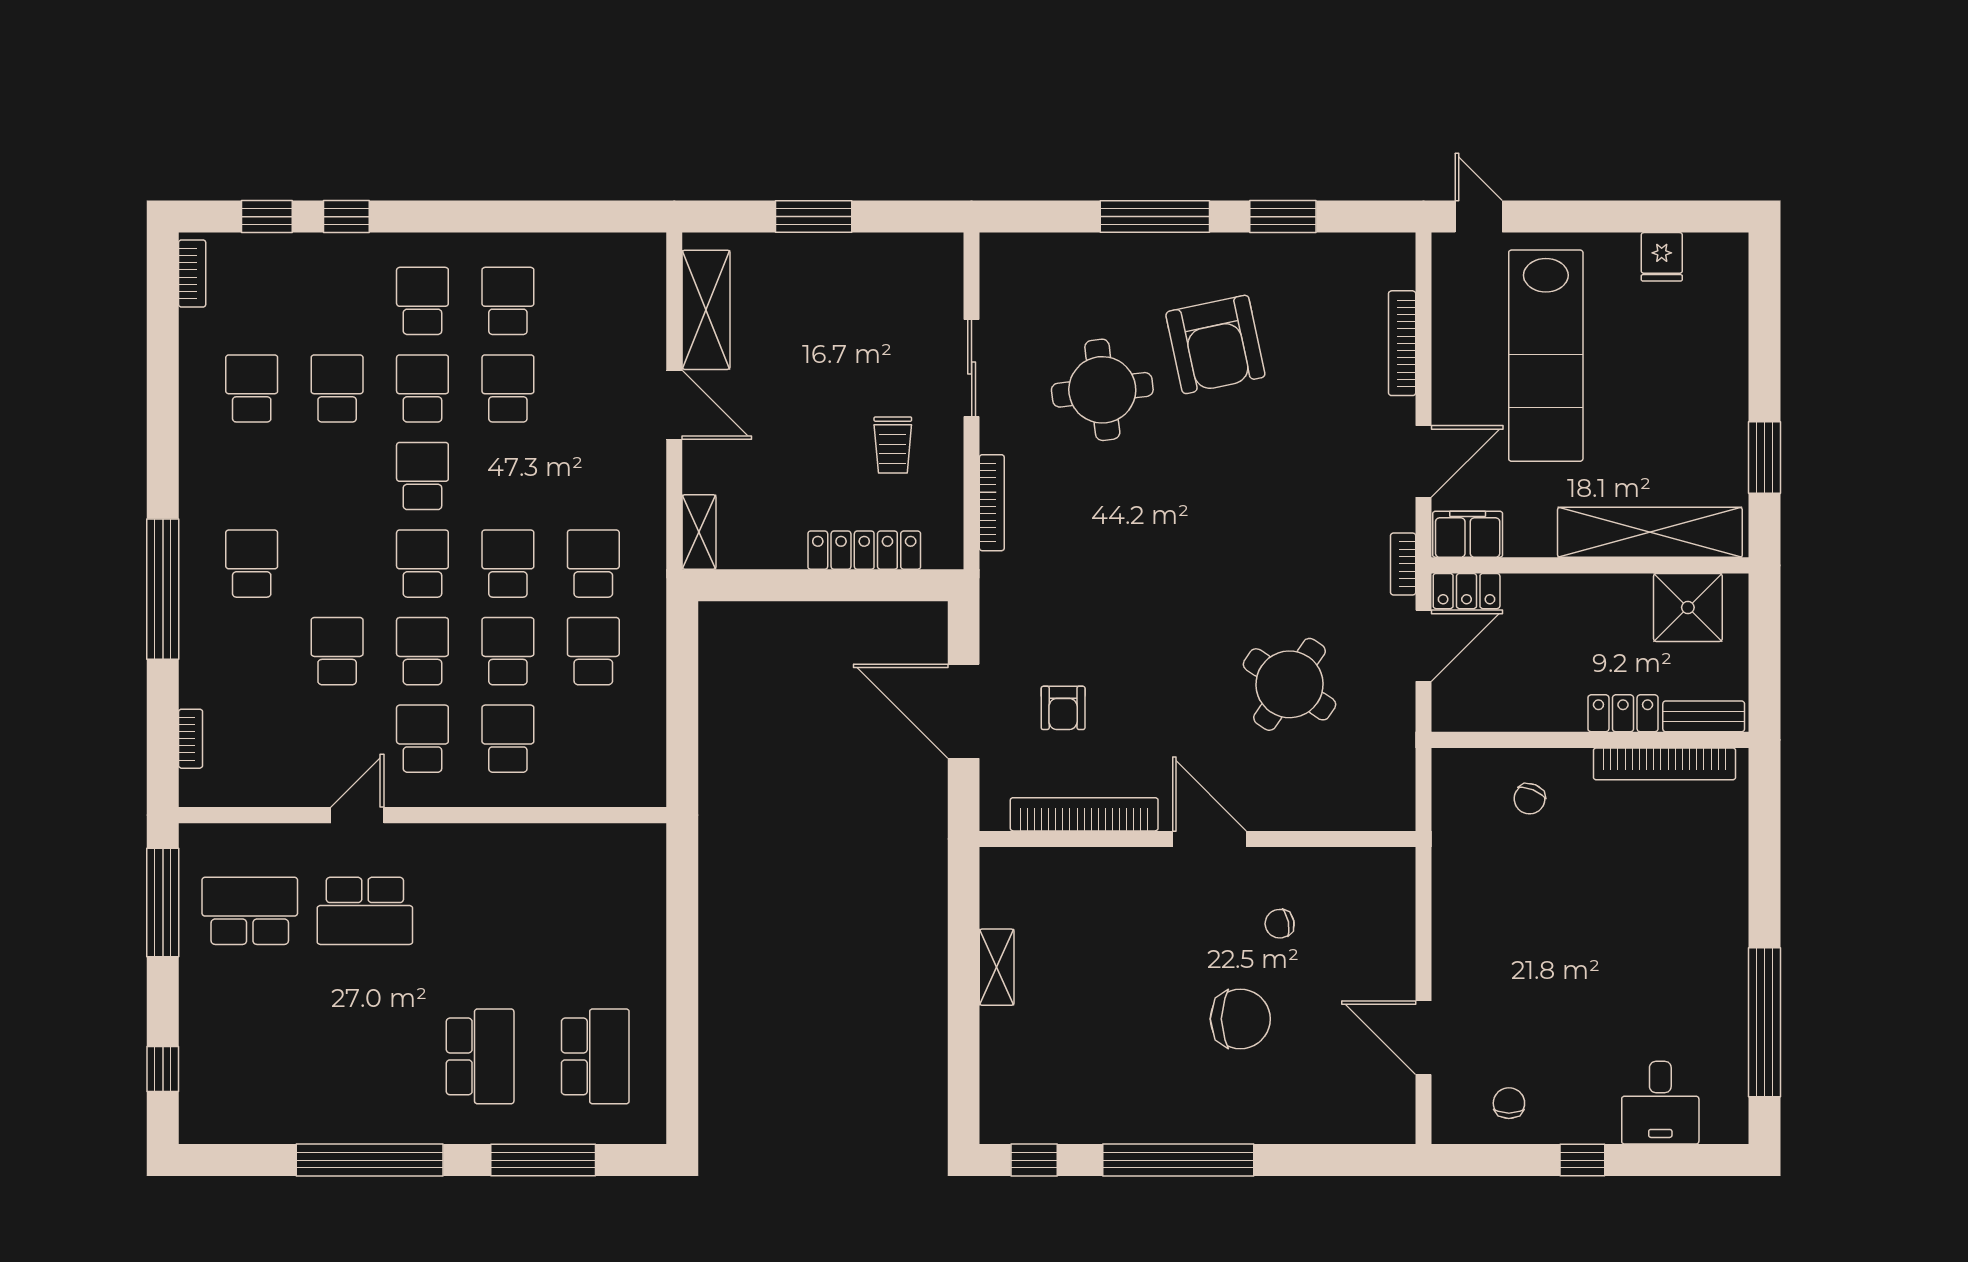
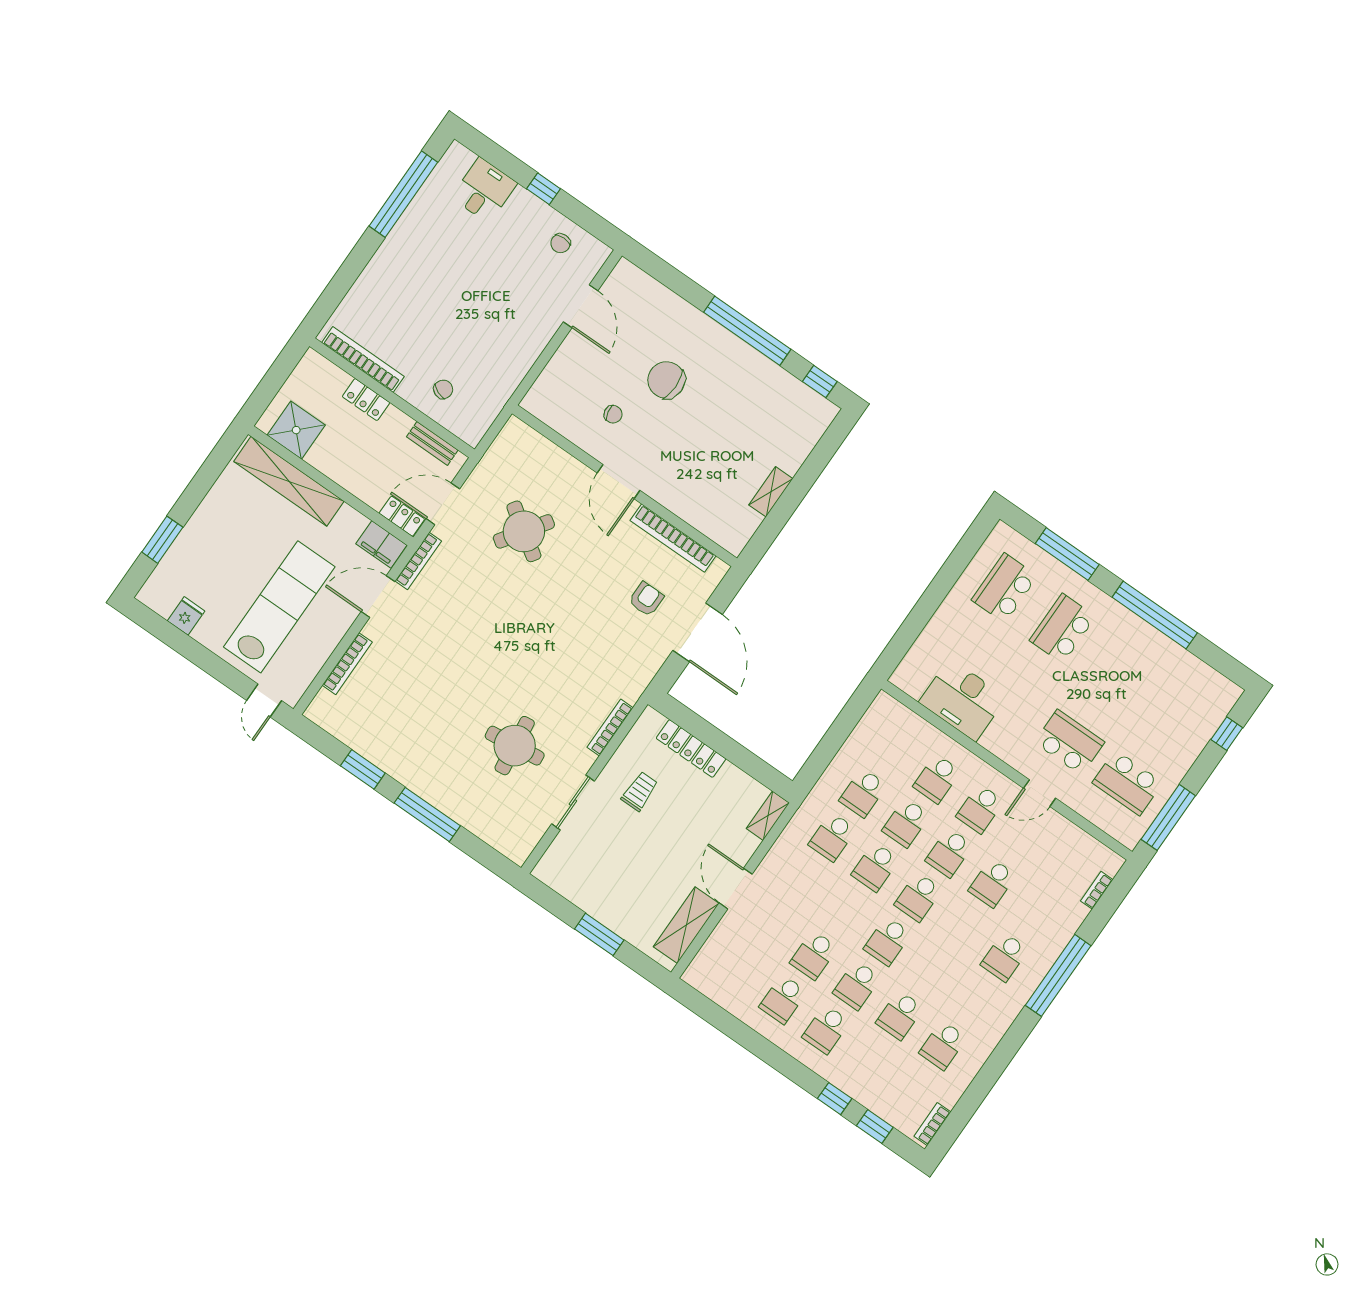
armchair: (1215, 344) -> (442, 729), removed
window: (1764, 458) -> (162, 540), moved
bookcase: (1403, 564) -> (418, 561), width x1.56
bench: (1704, 716) -> (432, 443), moved
desk: (547, 868) -> (963, 700), added

